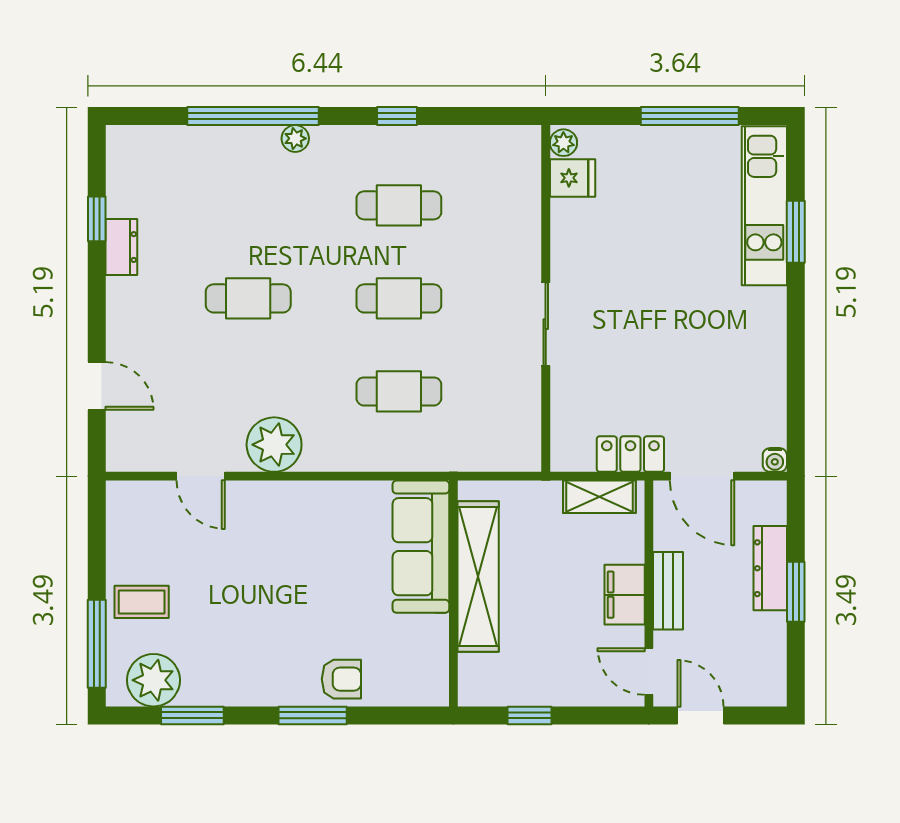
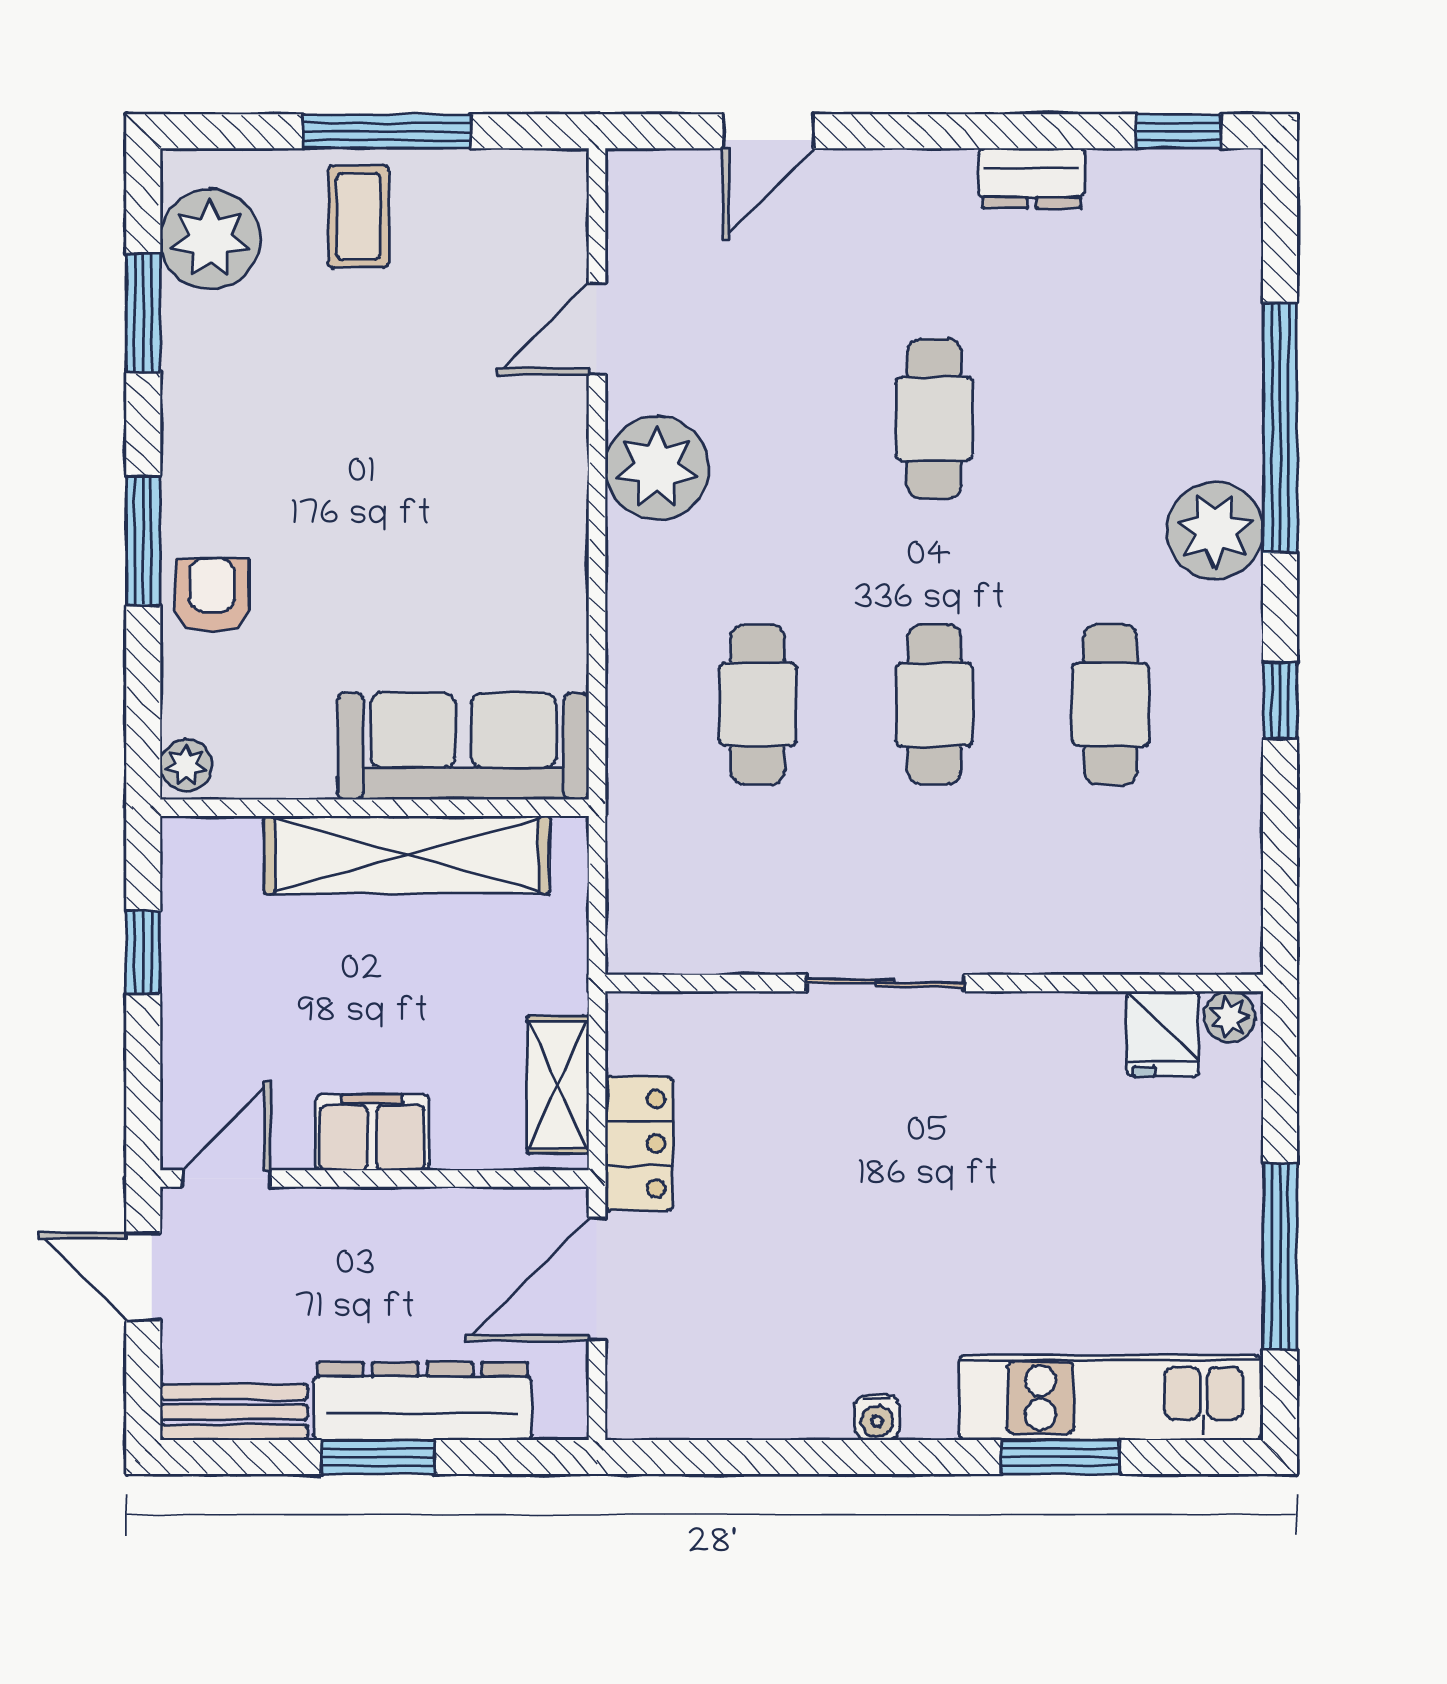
plant: (295, 138) -> (1215, 530), width x1.87, depth x1.87
window: (97, 219) -> (1178, 131), moved
water cooler: (775, 460) -> (877, 1418), moved, turned -90
dresser: (770, 568) -> (422, 1401), width x1.37, depth x1.24
bench: (668, 591) -> (234, 1412), moved
window: (97, 644) -> (387, 131), moved
armchair: (341, 679) -> (212, 595), turned 180
plant: (431, 693) -> (186, 765), added
door: (701, 715) -> (143, 1277), swing flipped

